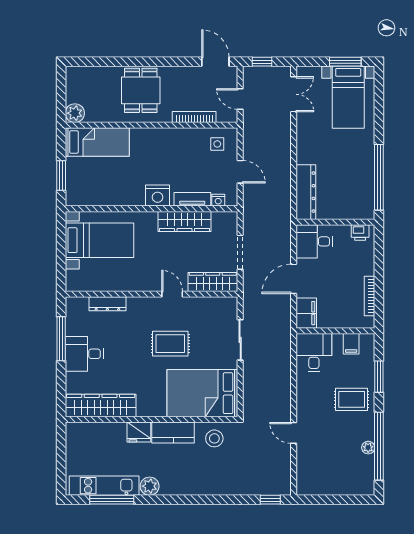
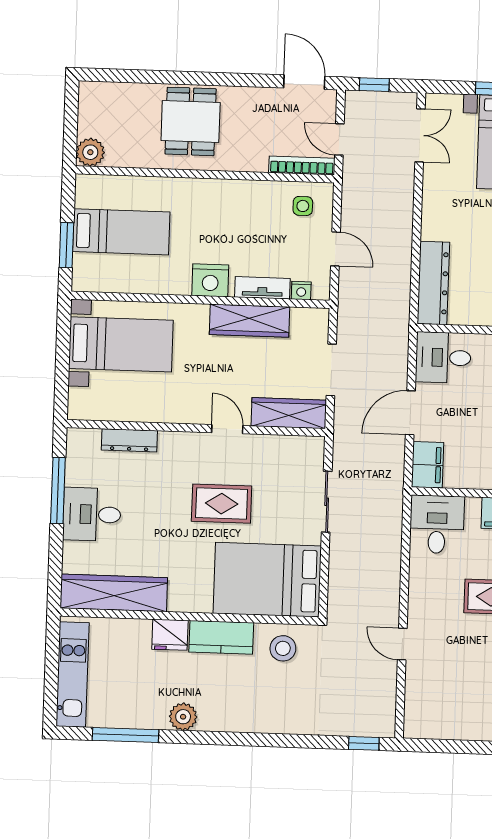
bookcase: (194, 117) -> (302, 165), moved
bed: (97, 142) -> (121, 232), moved
kitchen unit: (104, 486) -> (73, 674), moved, turned 90

